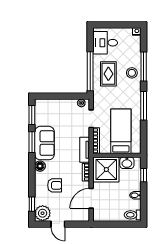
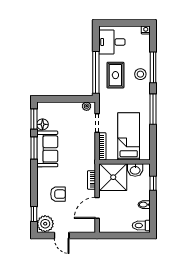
tv unit: (85, 150) -> (90, 156), removed
floor lamp: (40, 166) -> (43, 124), moved

